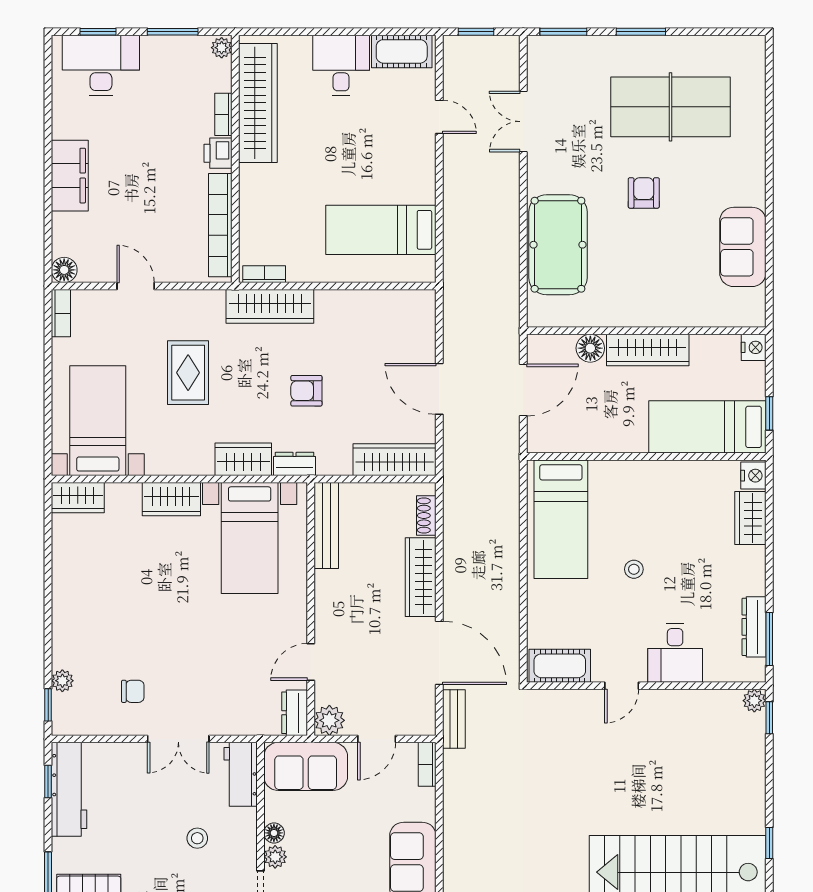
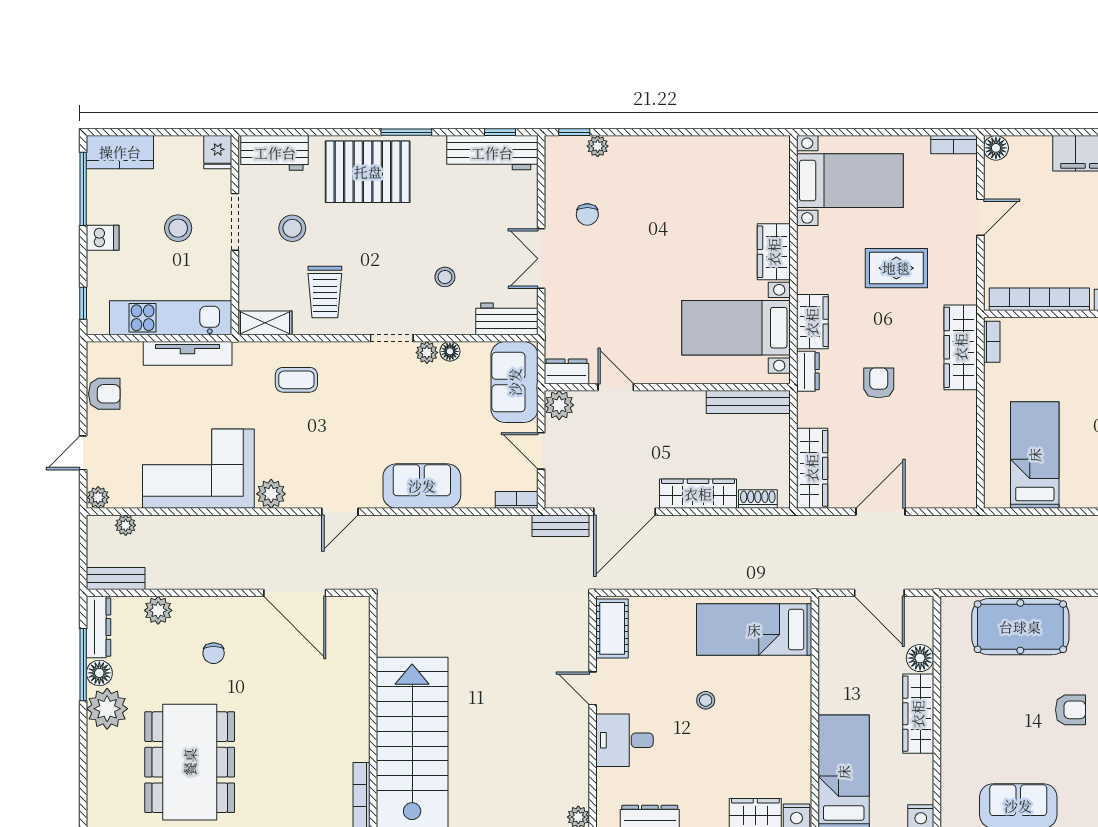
wardrobe: (78, 498) -> (775, 161), removed

